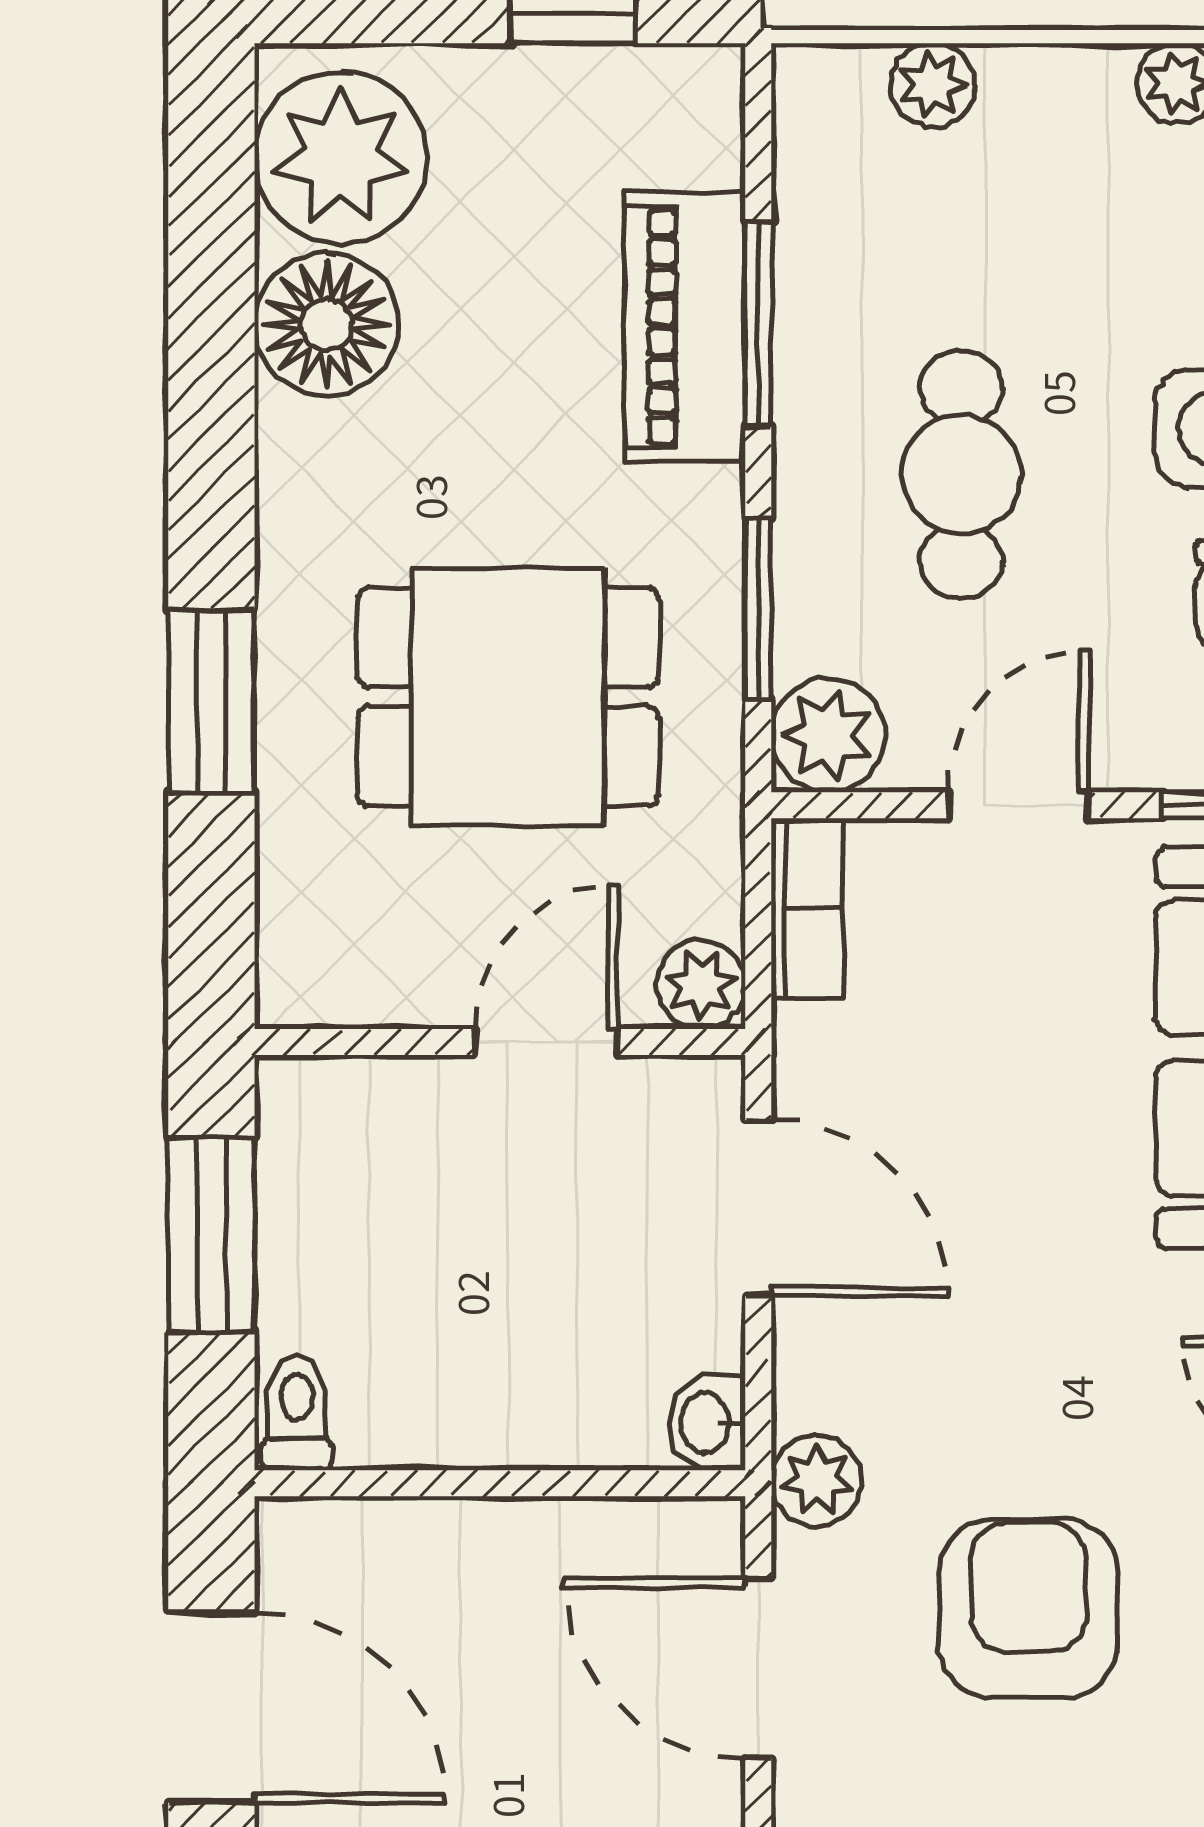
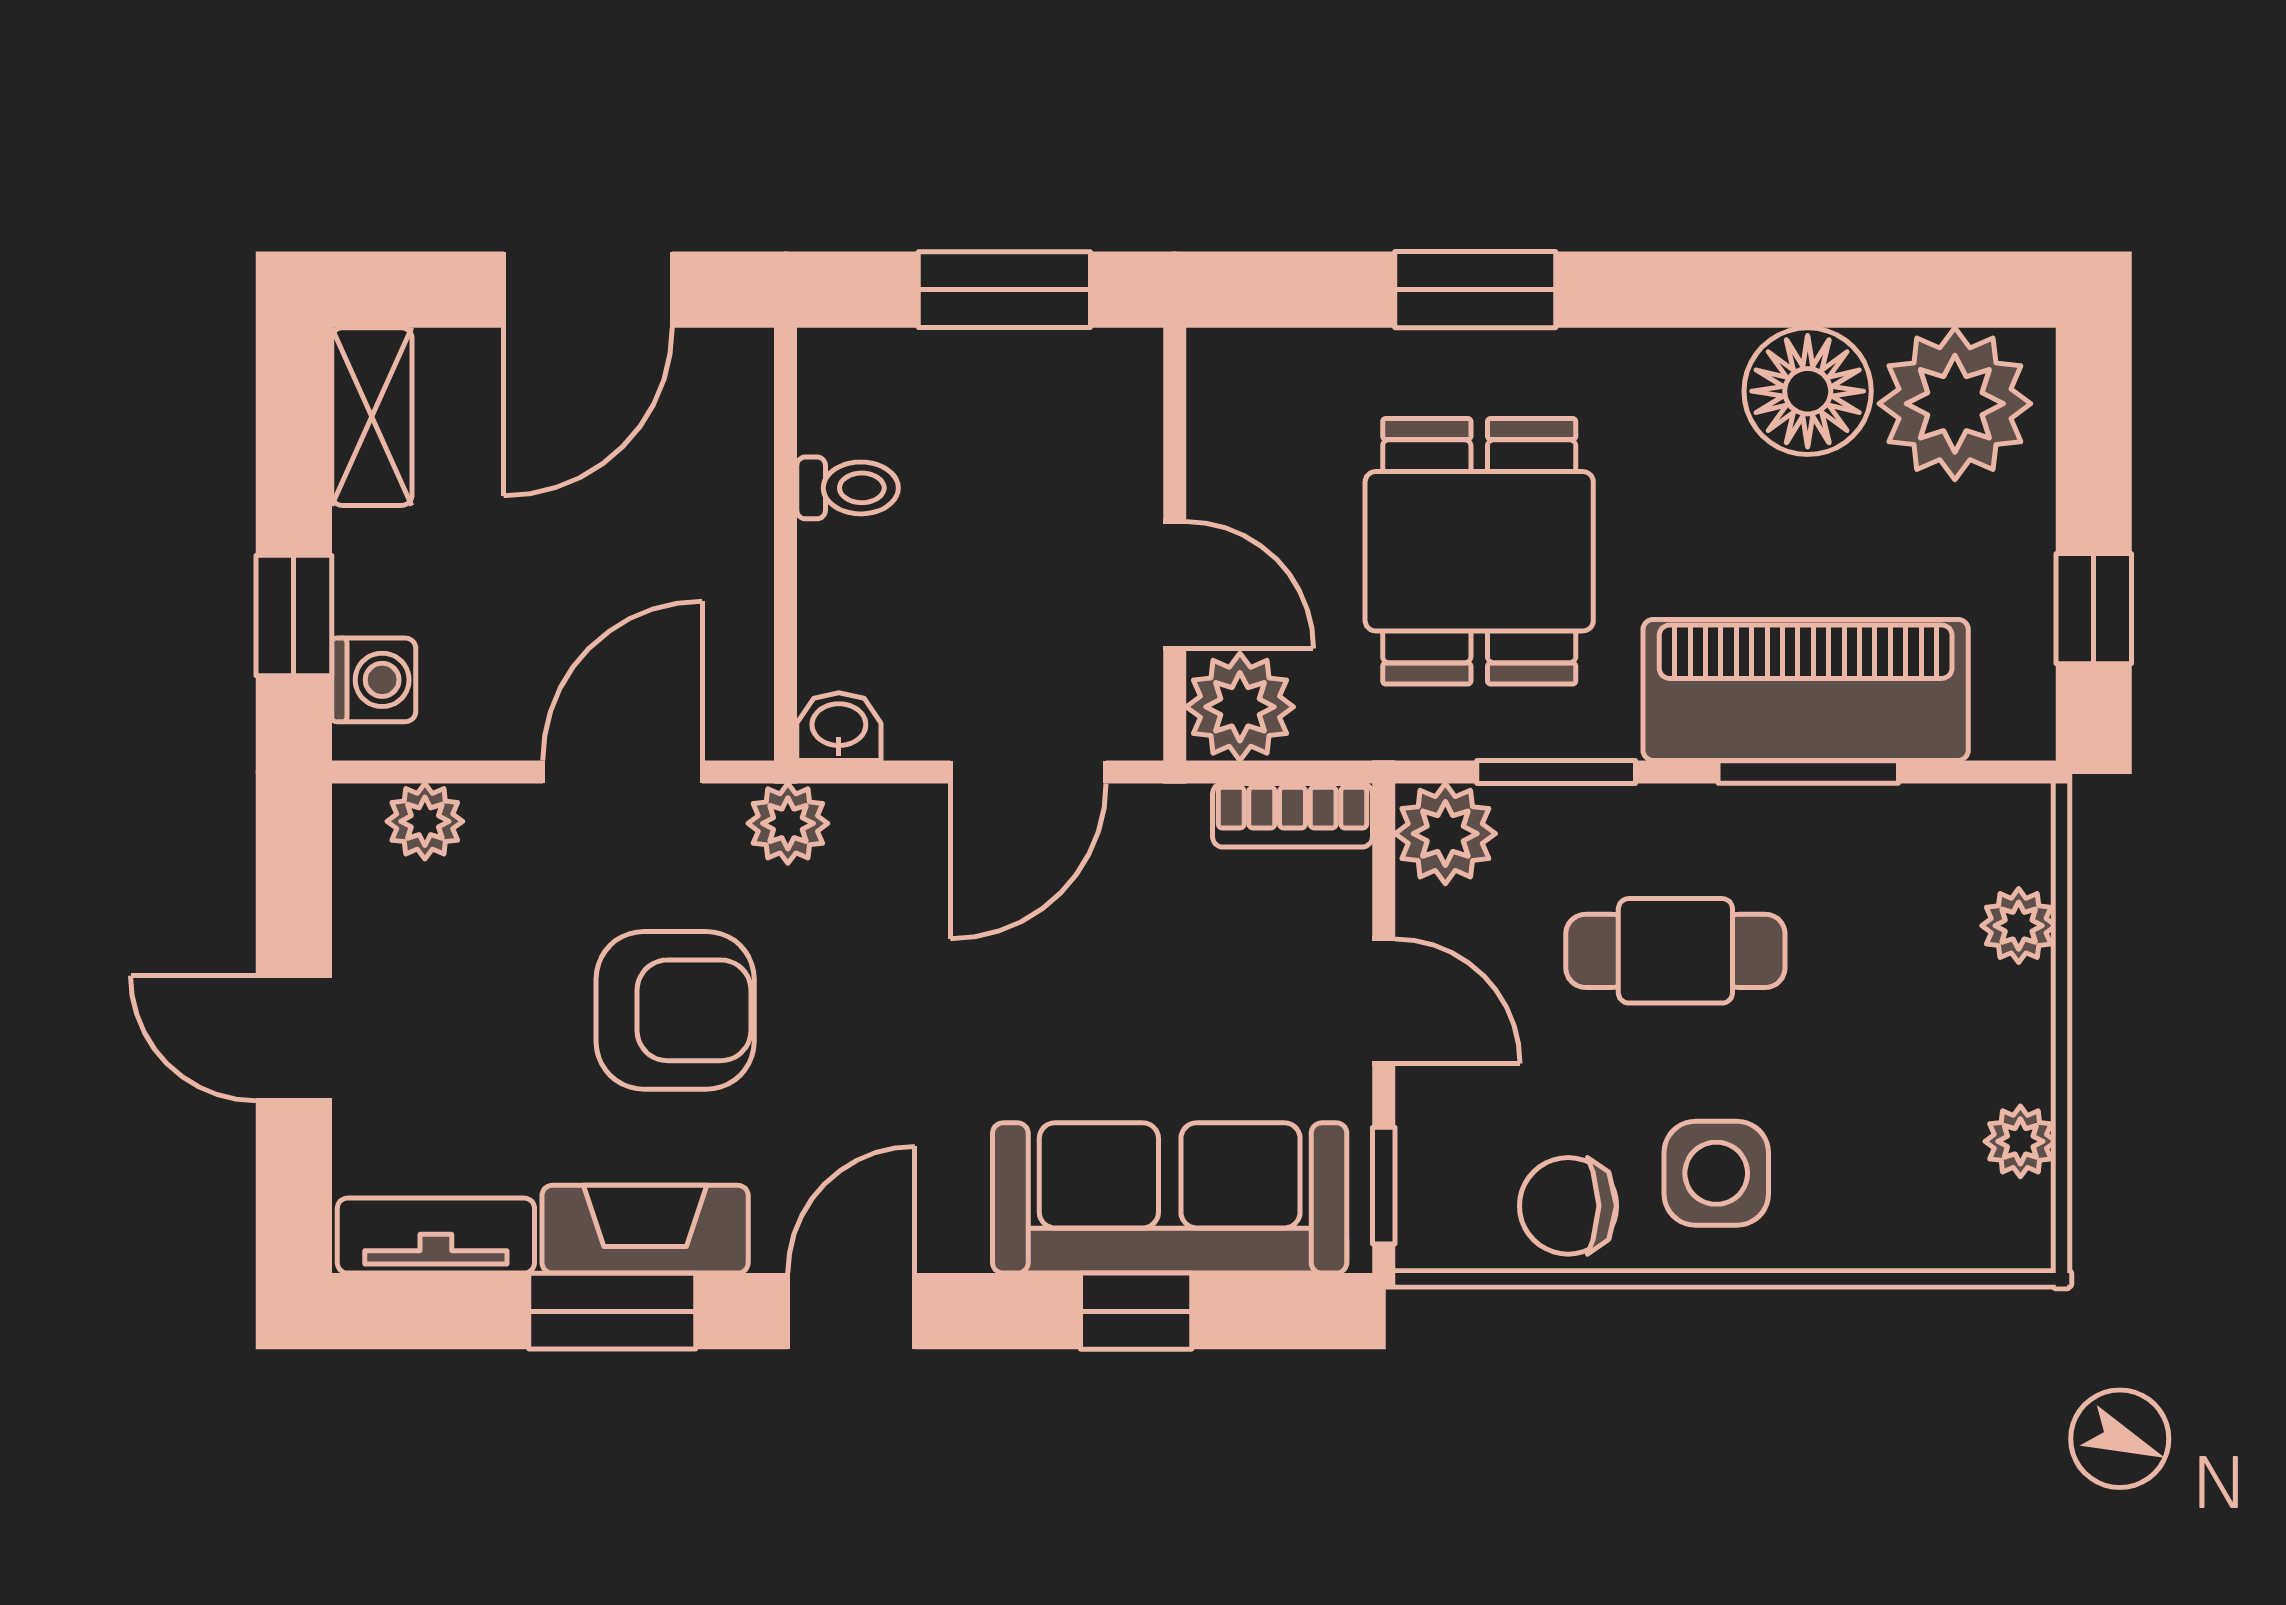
piano: (685, 327) -> (1806, 690), width x1.37, depth x1.33
plant: (701, 985) -> (1240, 707), width x1.38, depth x1.38
toilet: (297, 1413) -> (848, 488), moved

